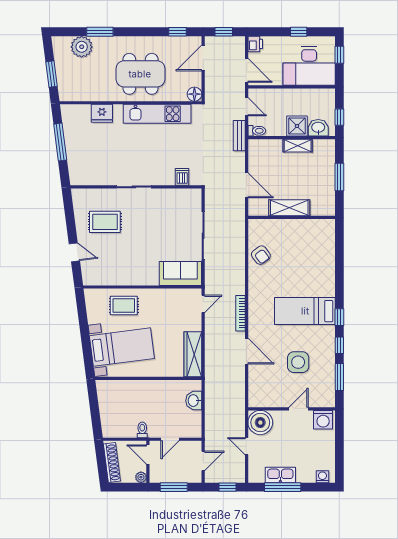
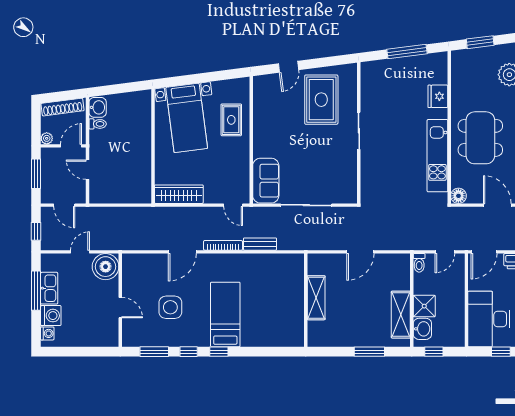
bench: (239, 136) -> (260, 244), moved
shelving: (298, 146) -> (401, 315), width x1.50, depth x1.33
dishwasher: (182, 177) -> (370, 183), removed
shelving: (289, 208) -> (316, 298), moved
wall: (292, 217) -> (306, 300), moved
rug: (105, 222) -> (321, 100), width x1.36, depth x1.43
armchair: (261, 255) -> (286, 267), removed
washbasin: (194, 401) -> (98, 107), moved, turned 90
washing machine: (323, 420) -> (51, 316), moved, turned 180
toilet: (142, 430) -> (98, 124), moved

